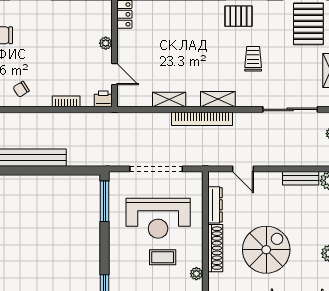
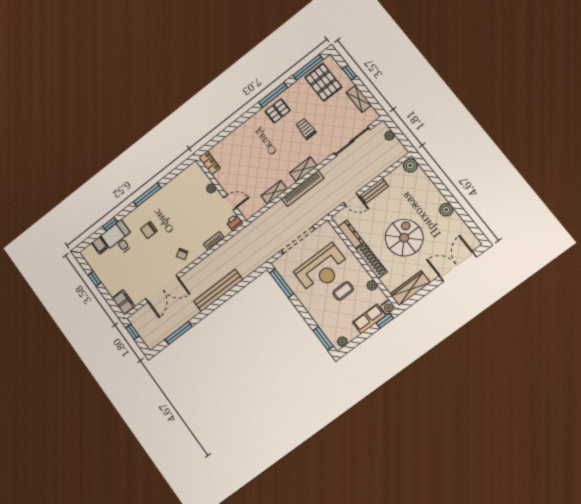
bench: (301, 178) -> (374, 191), moved

